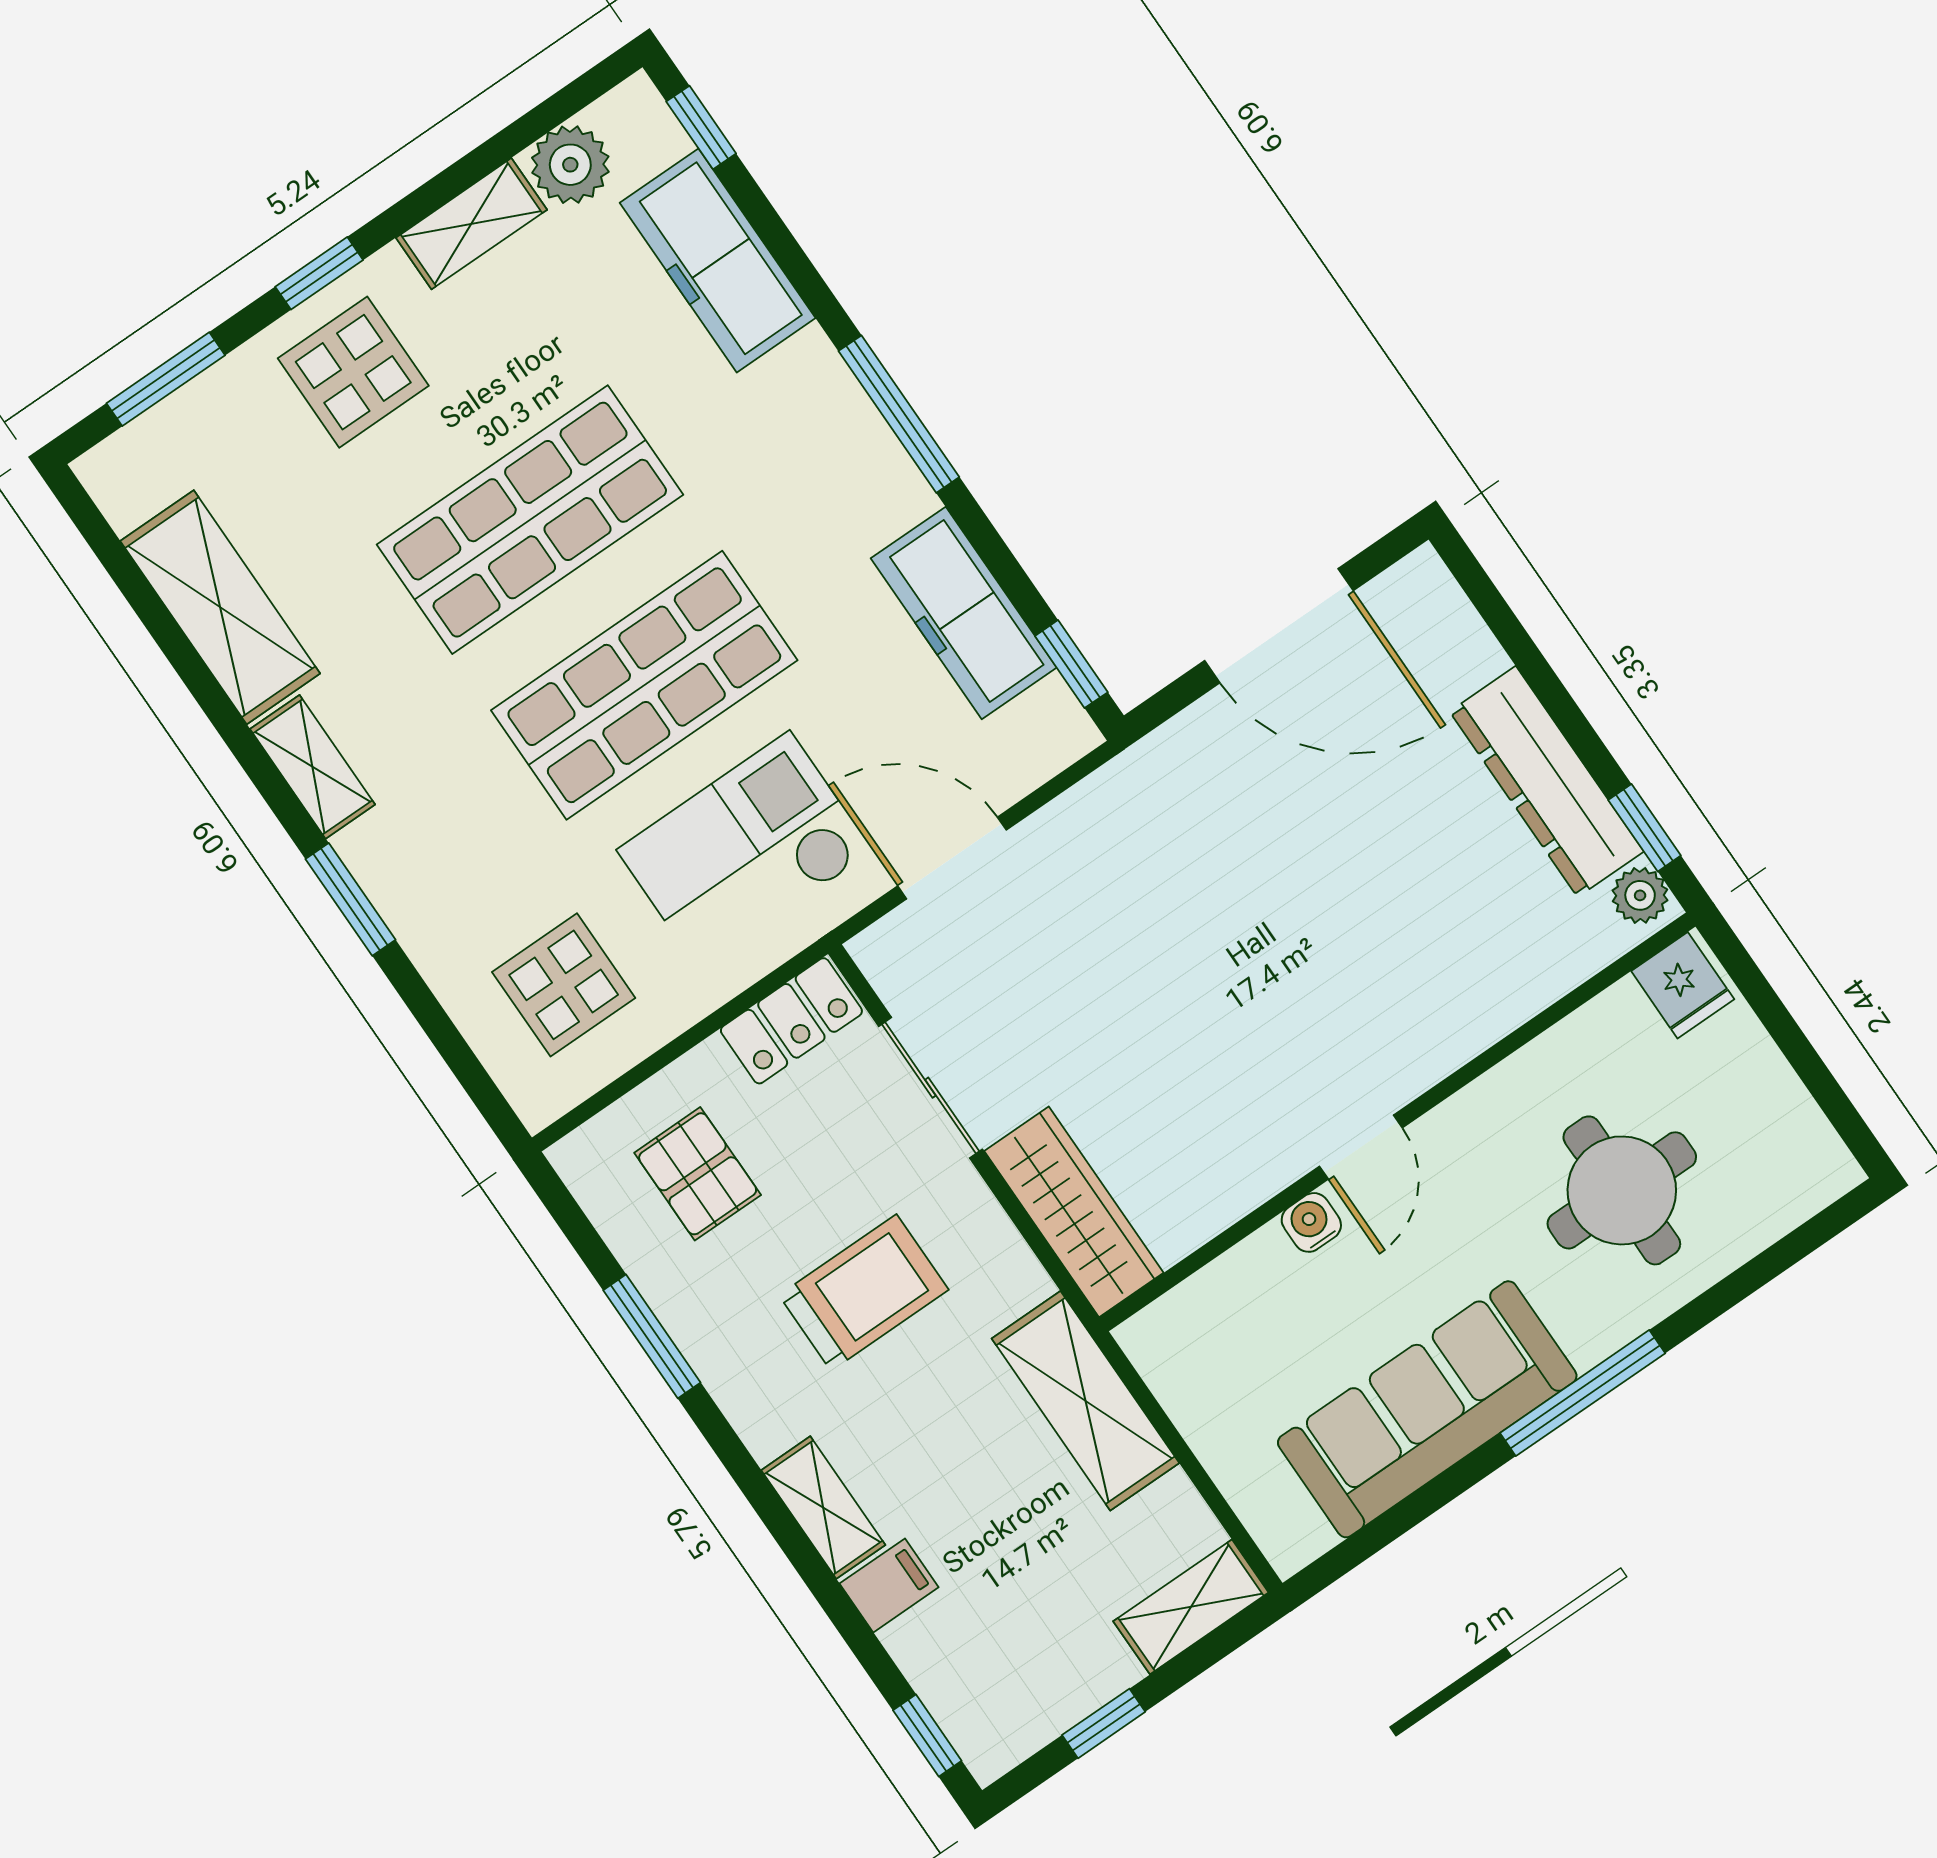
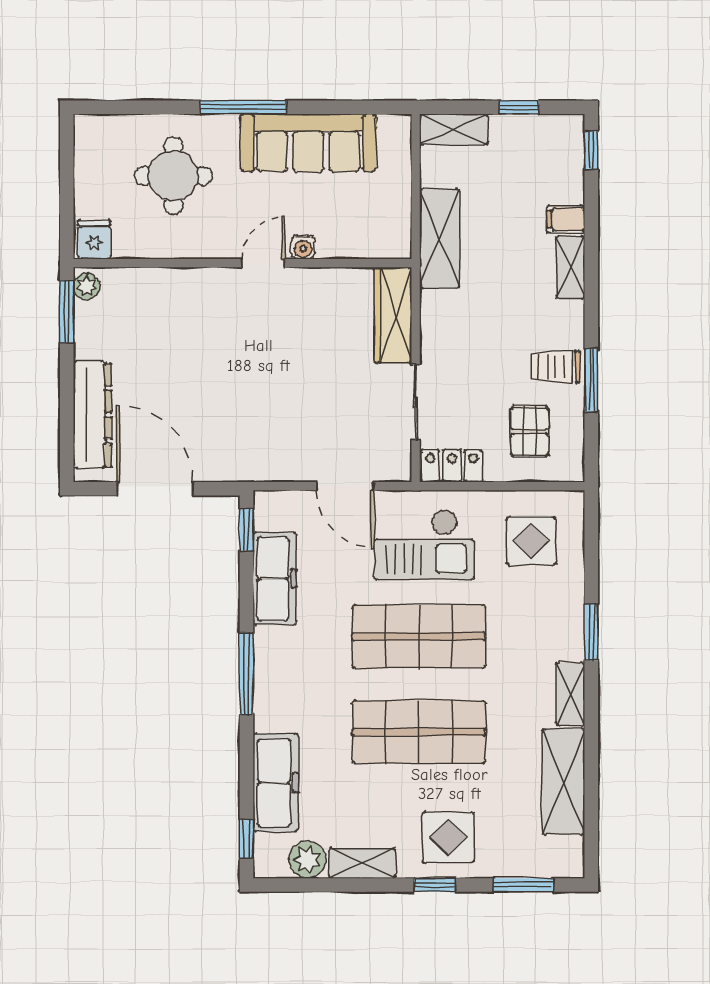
dresser: (1547, 782) -> (92, 415), moved
window: (1645, 828) -> (67, 311), width x1.50
trolley: (864, 1293) -> (555, 367), moved, width x0.73, depth x0.72

